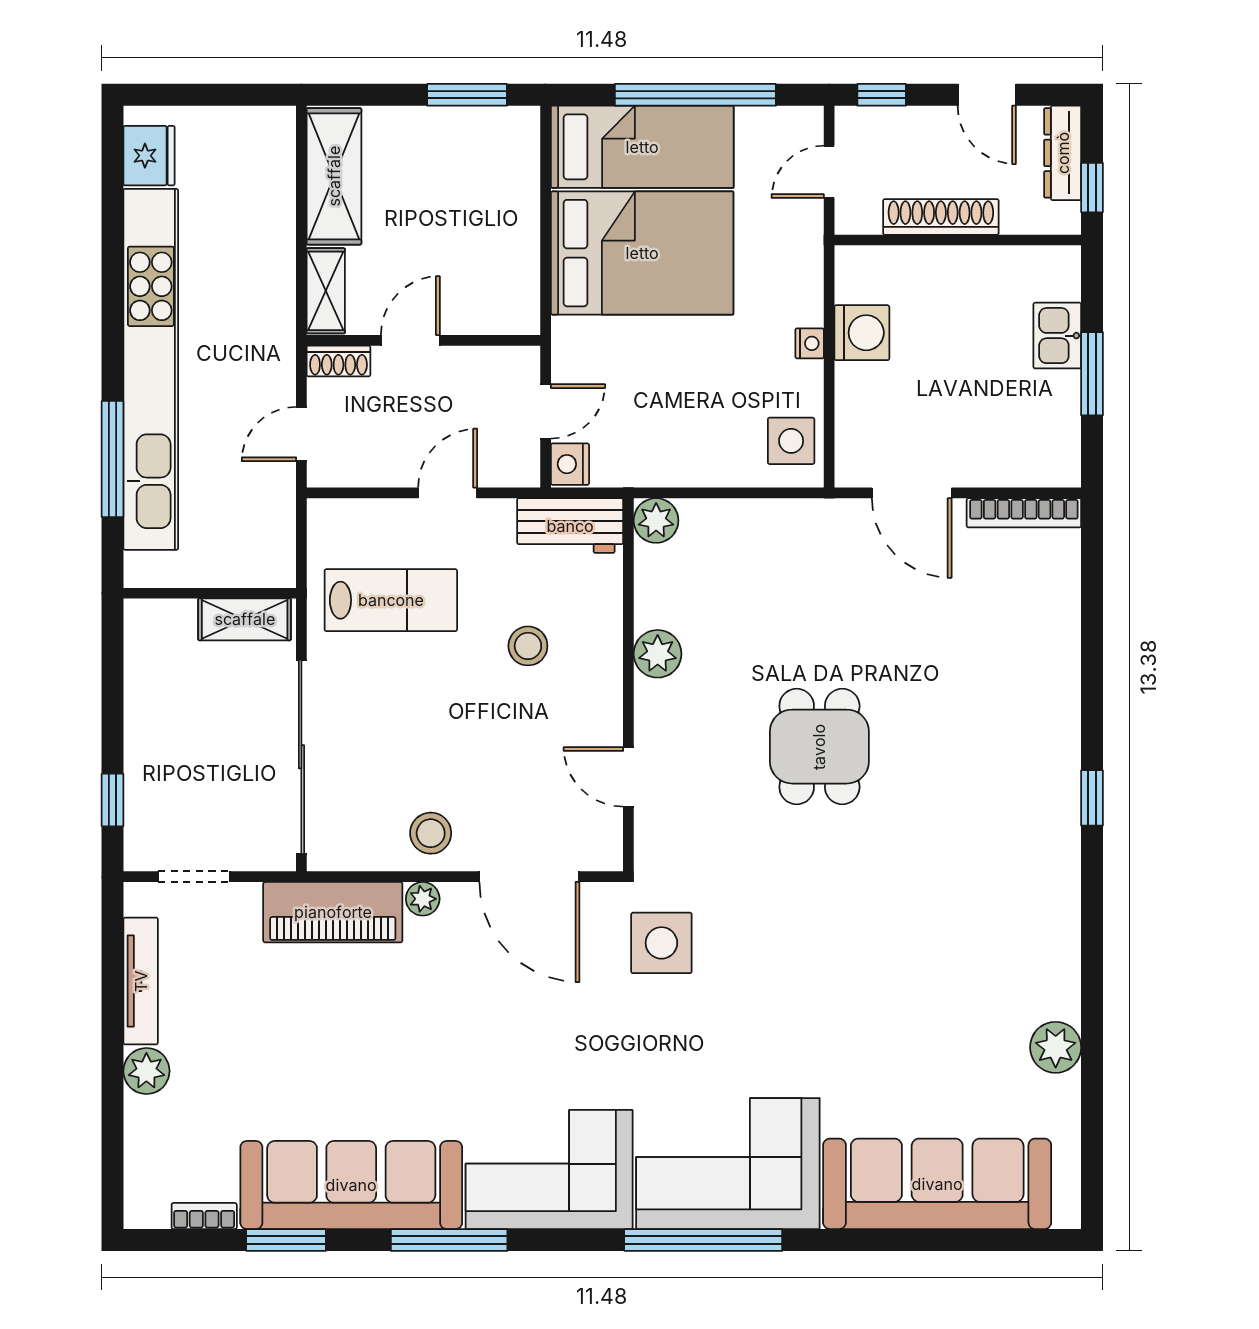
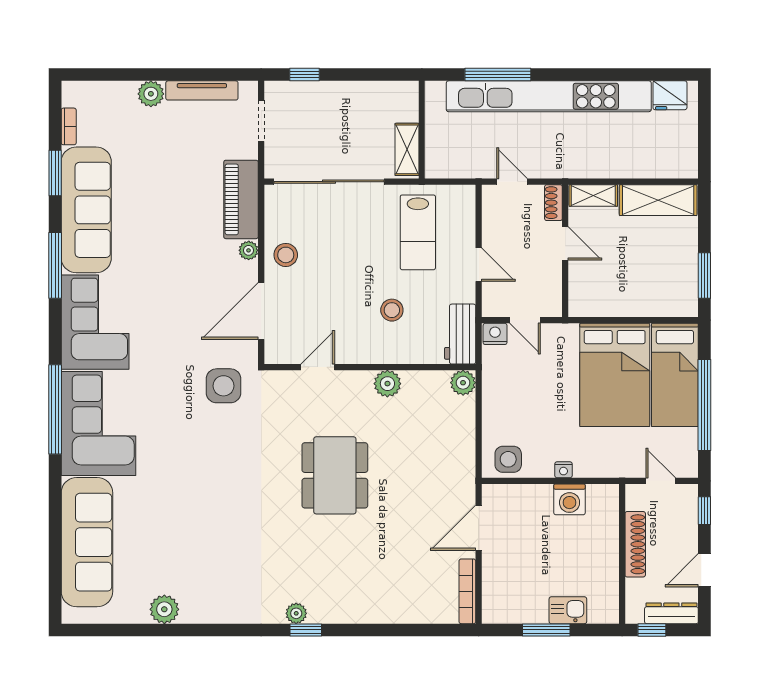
dining table: (819, 747) -> (335, 475), width x1.37
plant: (1063, 815) -> (296, 613), added

